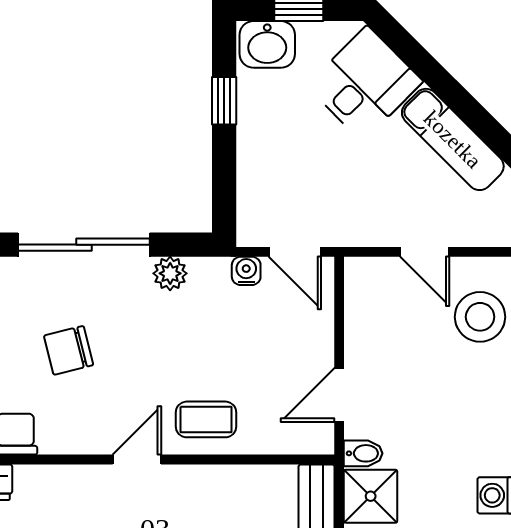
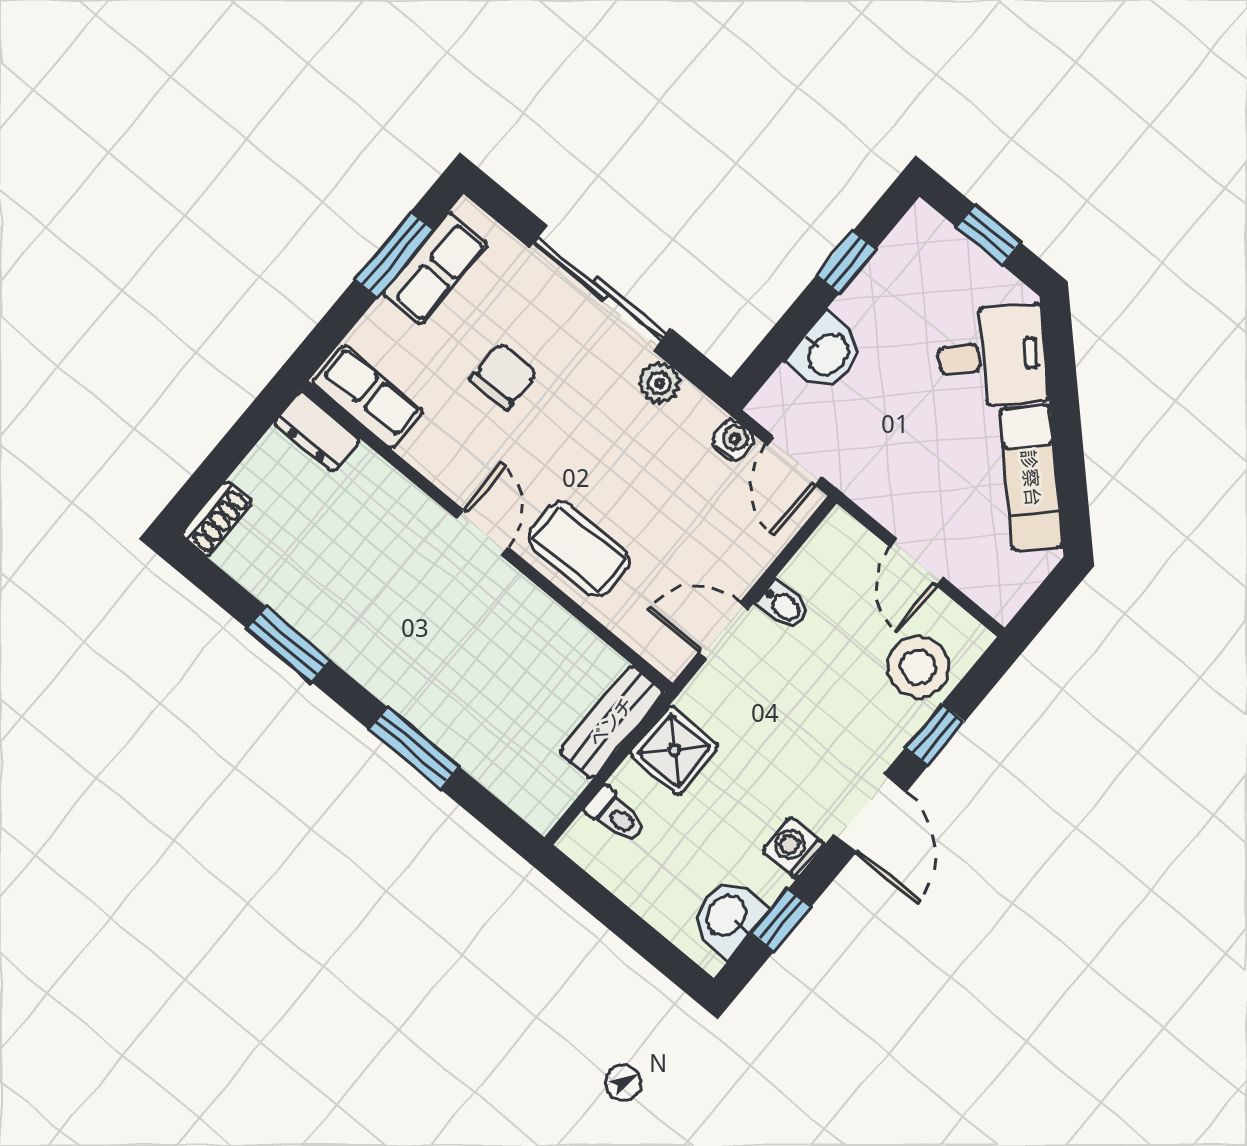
washbasin: (267, 44) -> (827, 354), moved, turned -90
chair: (69, 350) -> (503, 376), turned 104
coffee table: (206, 419) -> (579, 549), width x1.36, depth x1.30
bidet: (363, 453) -> (783, 605), moved
door: (137, 460) -> (482, 533), hinge flipped

